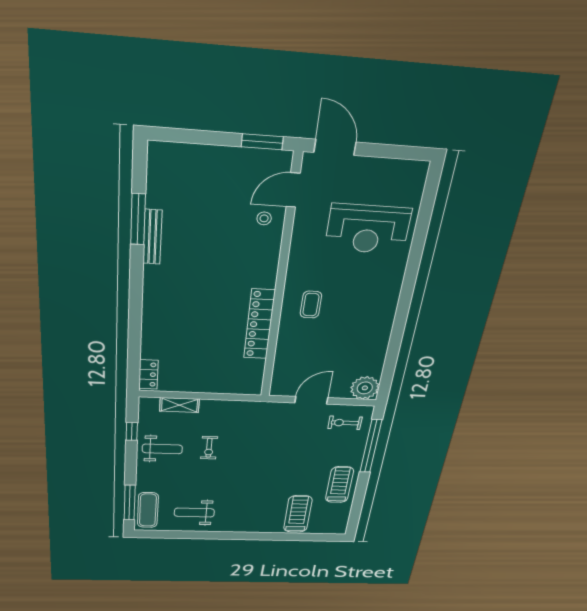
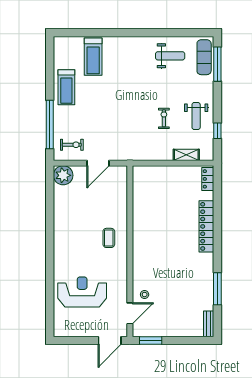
door: (335, 147) -> (110, 341), hinge flipped
bench: (152, 237) -> (209, 324), moved, width x0.73
locker: (259, 324) -> (206, 226), moved, turned 180
weight bench: (162, 449) -> (196, 116), turned -90

